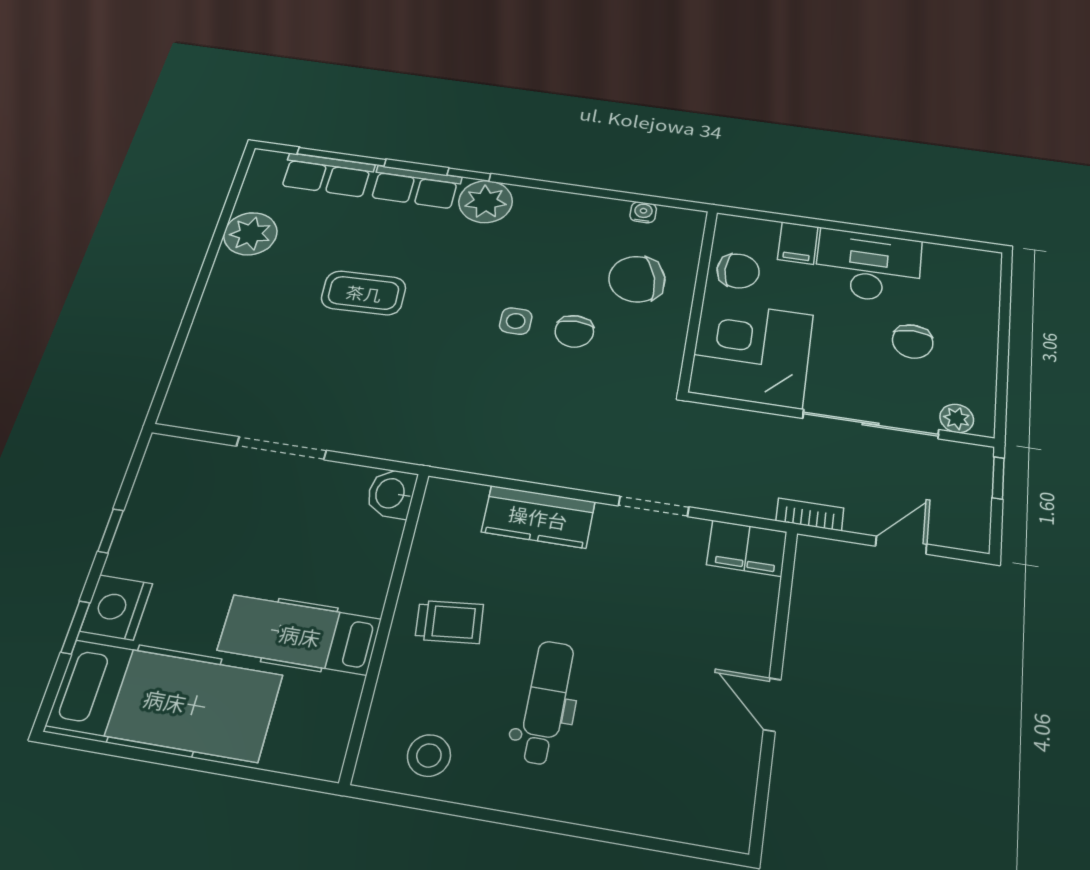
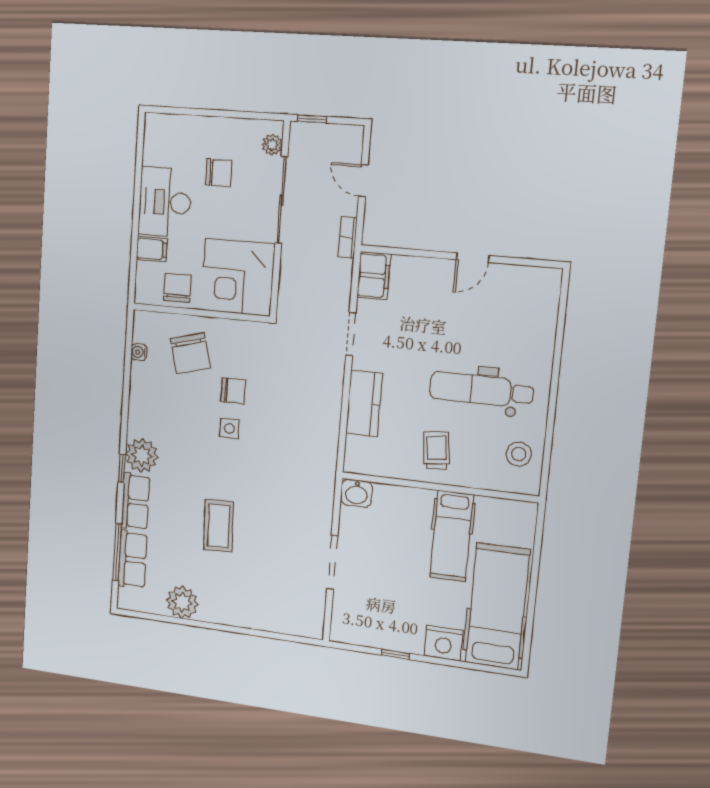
window: (75, 627) -> (458, 664), removed
dental chair: (546, 702) -> (481, 390), width x1.36, depth x1.38

